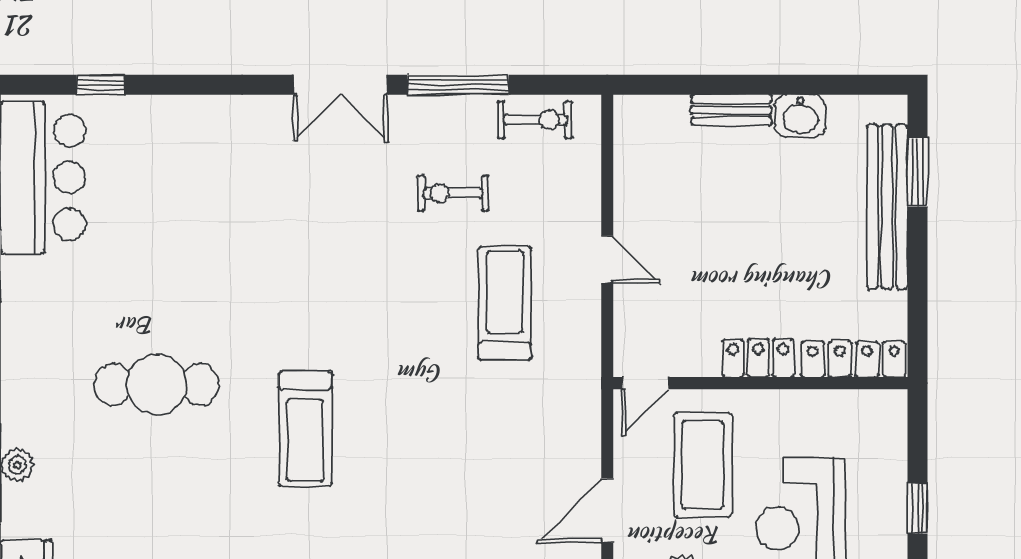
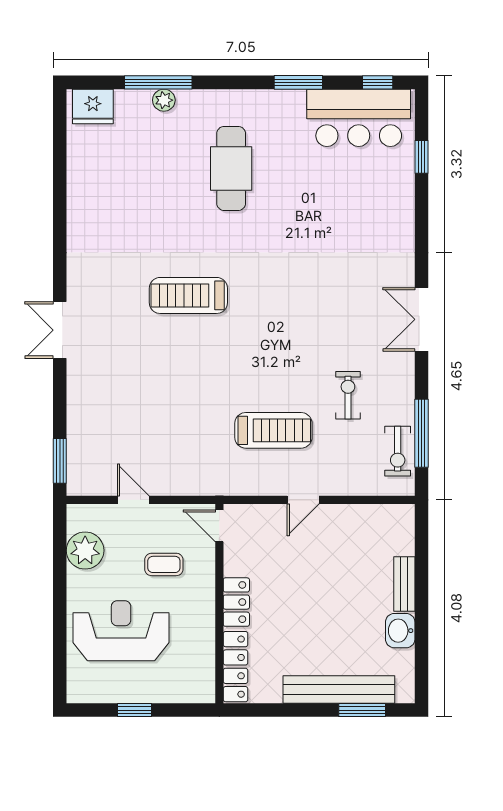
window: (458, 85) -> (421, 433), moved
cafe table: (156, 384) -> (231, 168), moved
coffee table: (703, 465) -> (164, 564), width x0.54, depth x0.58
door: (607, 510) -> (133, 500), width x0.73

